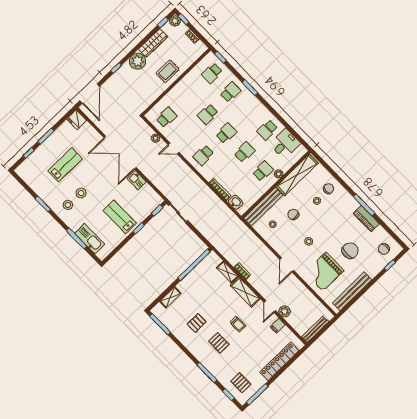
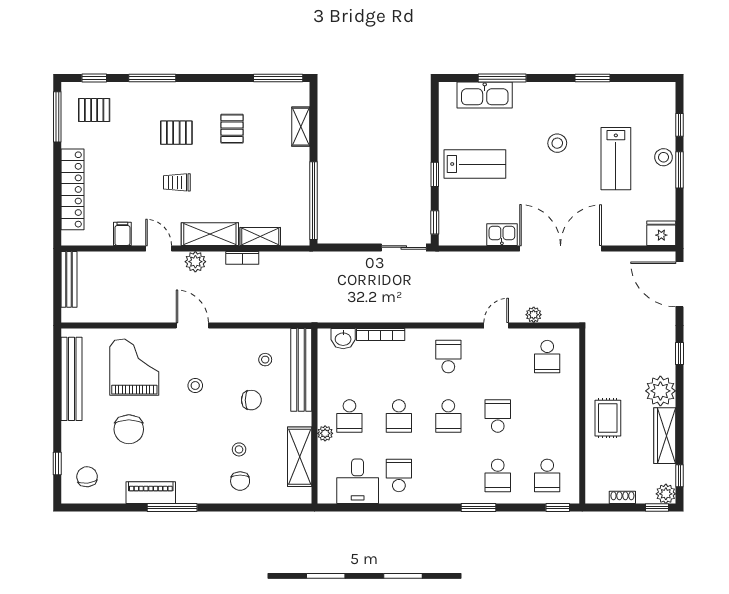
school desk: (212, 73) -> (547, 475), turned 180
shelving: (297, 175) -> (300, 457), width x0.68
stool: (68, 205) -> (663, 157), moved
plant: (285, 311) -> (195, 262), moved

